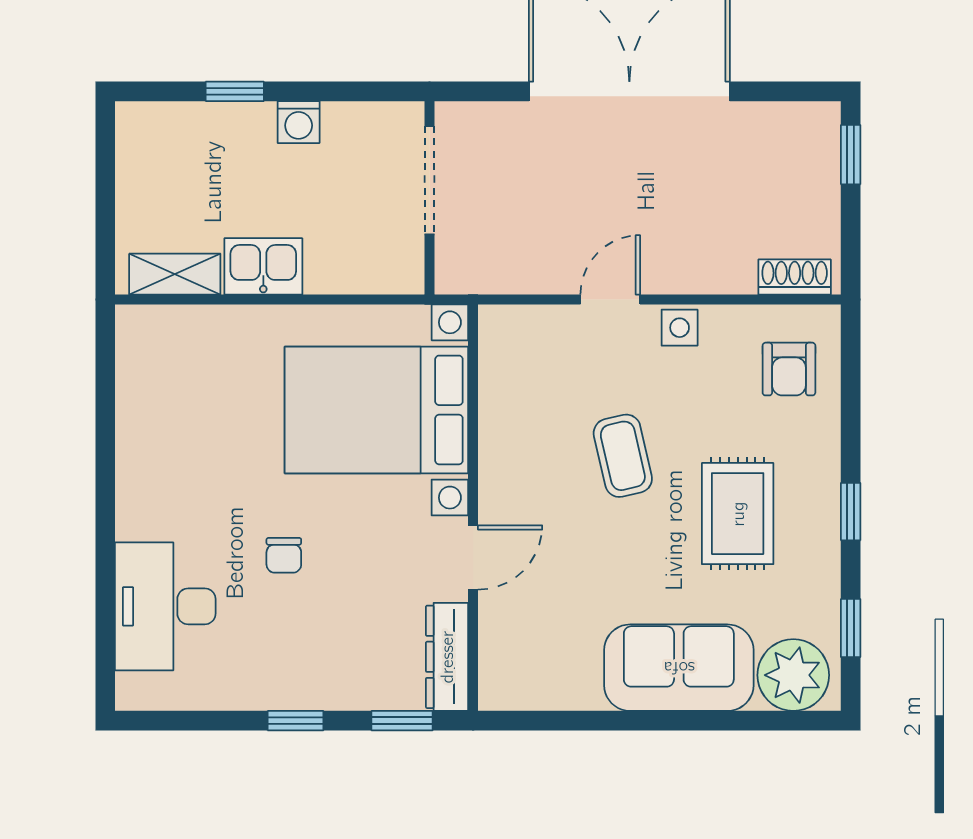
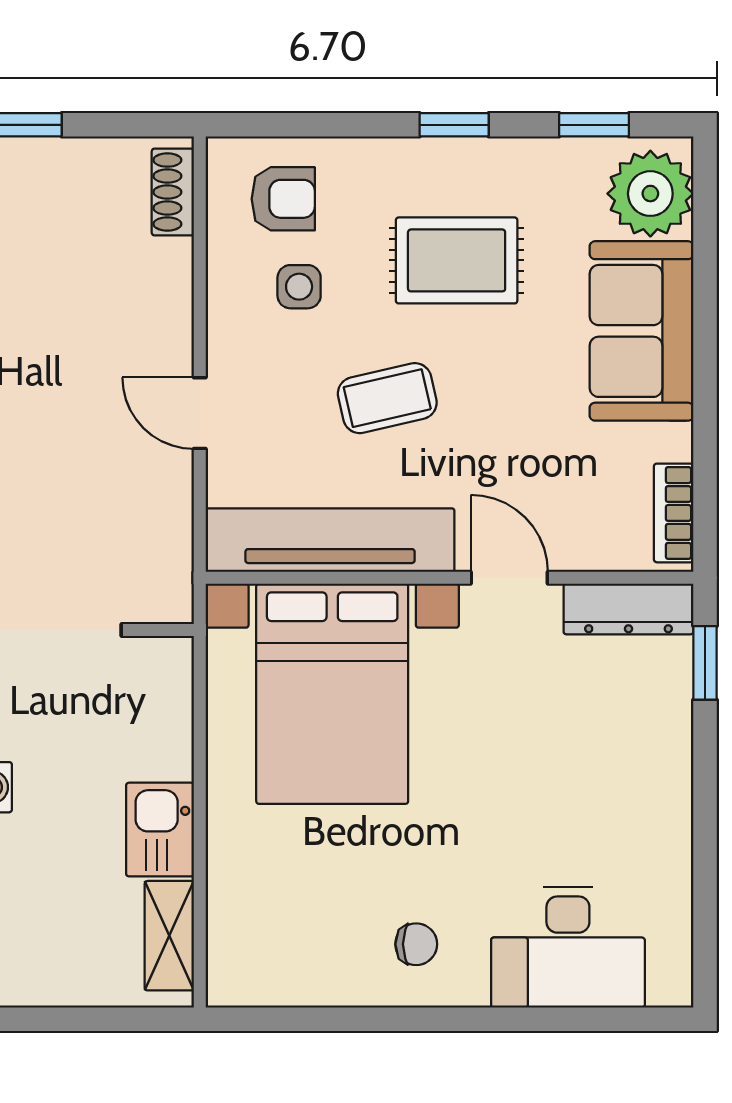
side table: (680, 328) -> (299, 287), moved
tv unit: (504, 408) -> (330, 540), added
chair: (284, 555) -> (416, 944), moved
bookcase: (527, 694) -> (674, 513), added
window: (296, 721) -> (705, 791), removed

